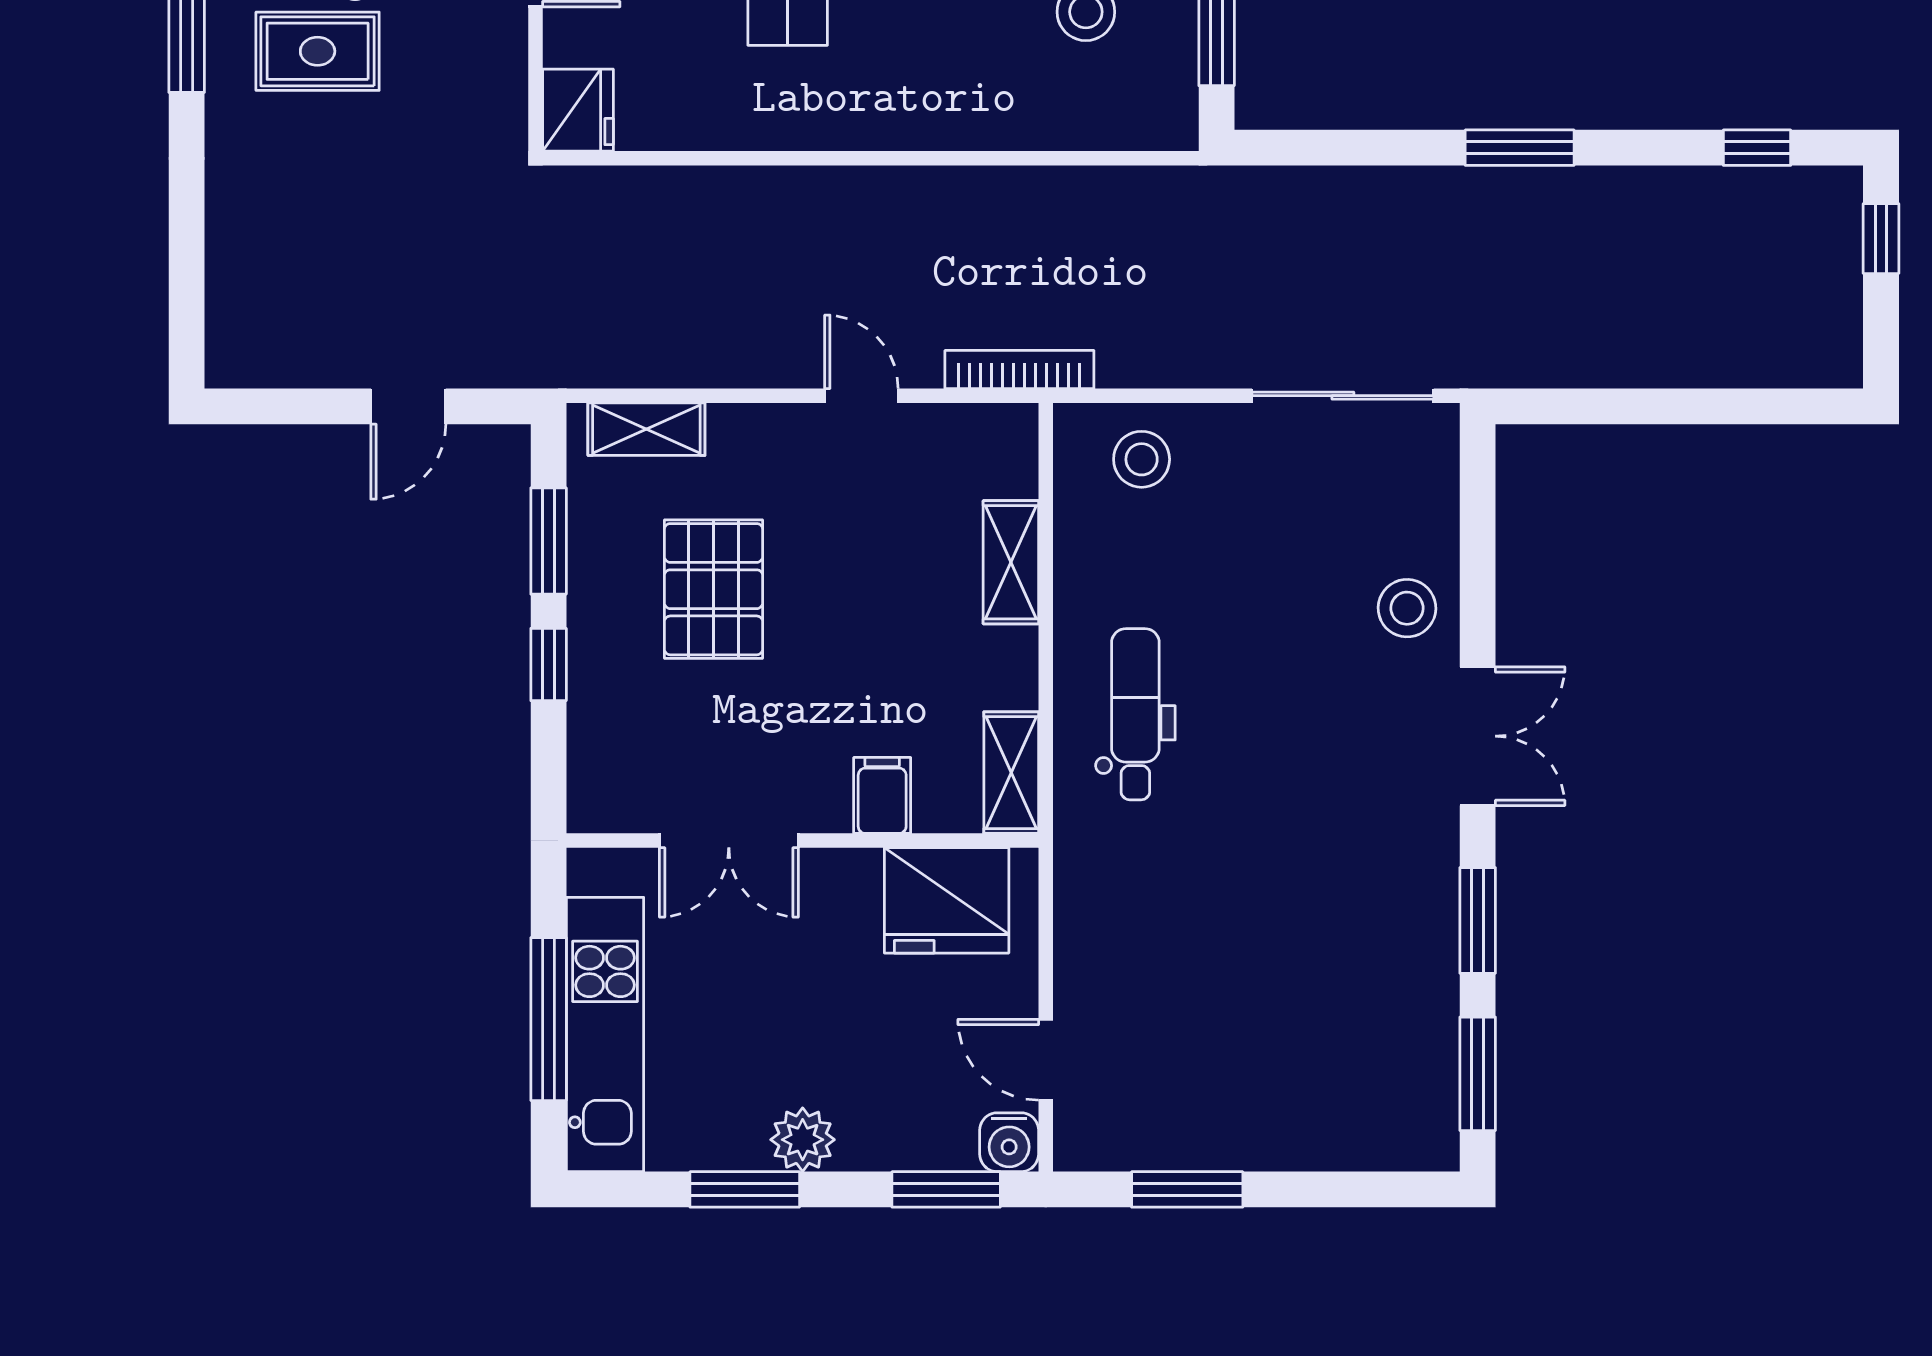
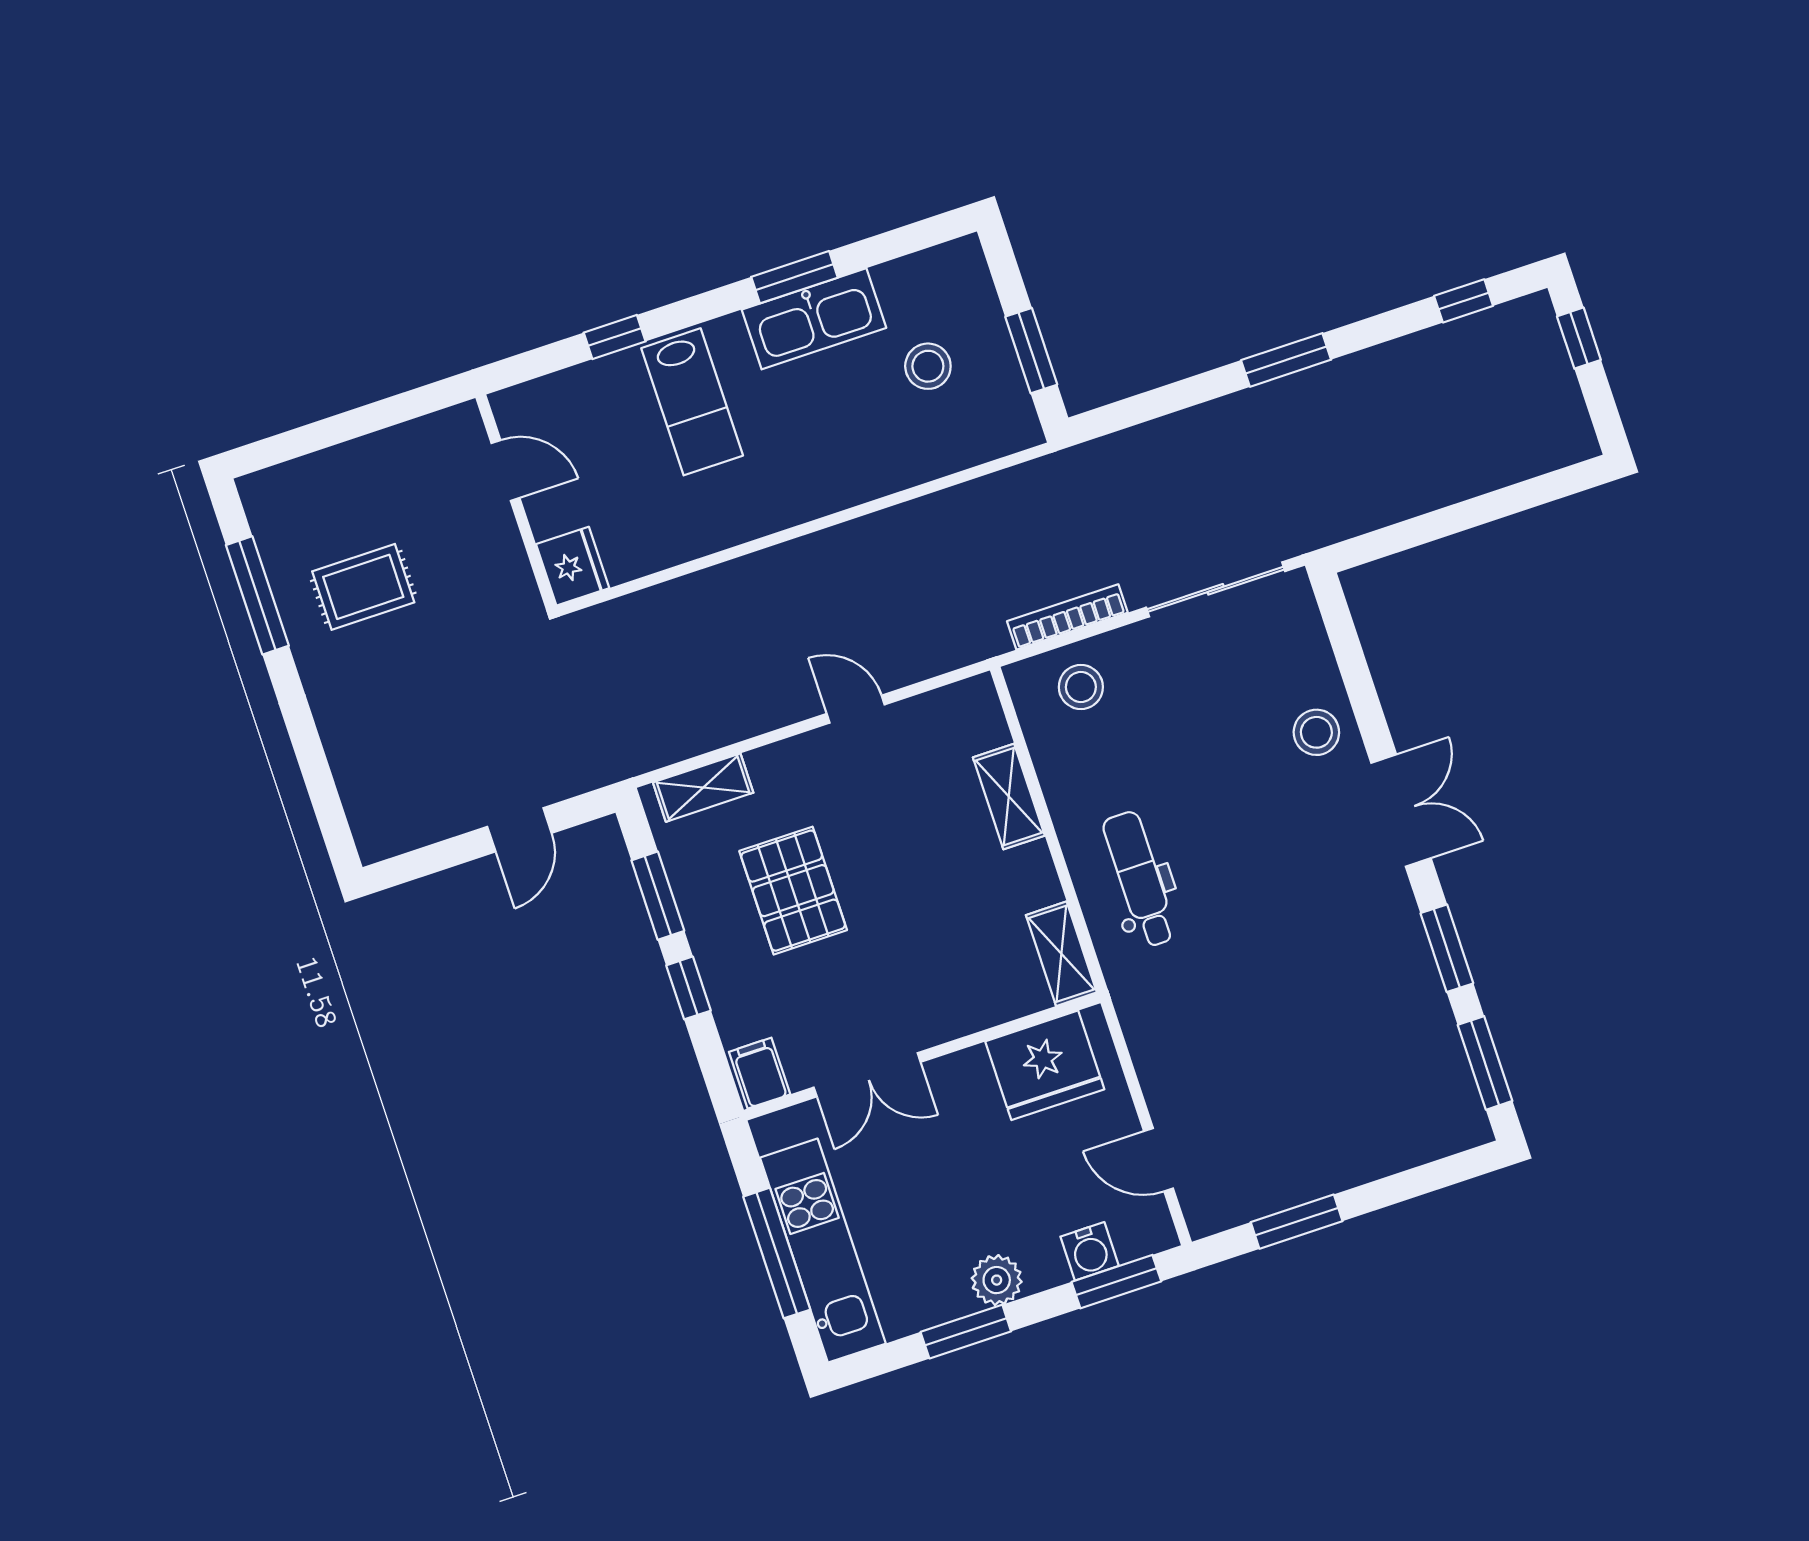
bookcase: (1019, 369) -> (1067, 617), moved
filing cabinet: (882, 795) -> (760, 1073), moved
water cooler: (1009, 1142) -> (1090, 1251), moved

